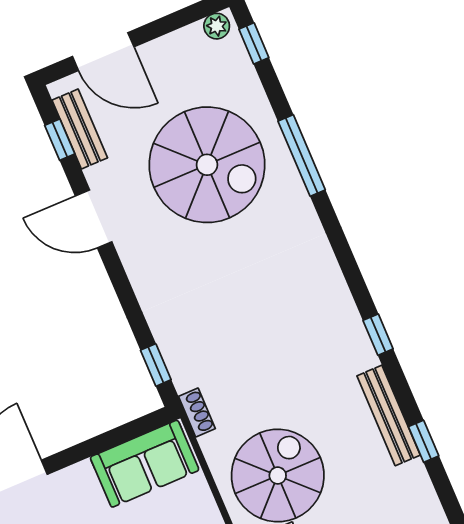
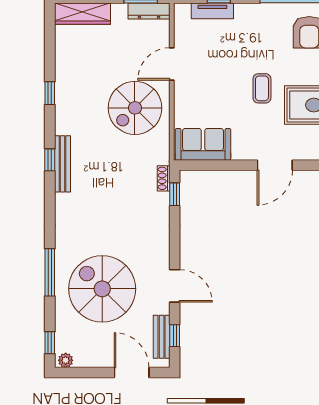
shoe rack: (197, 412) -> (164, 178), moved
bench: (389, 415) -> (62, 164), moved

